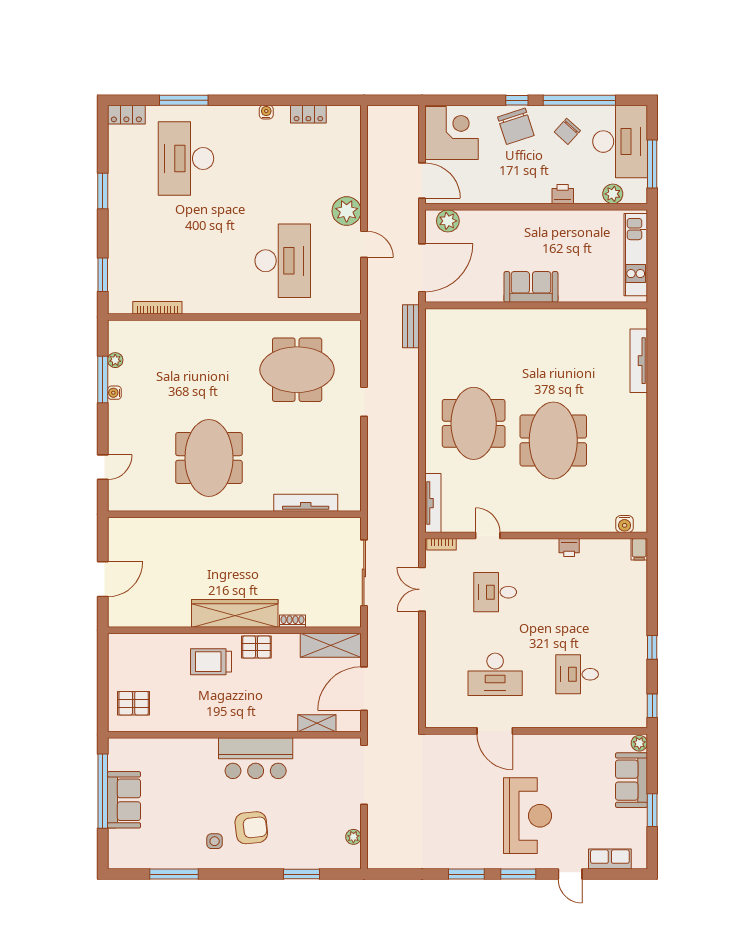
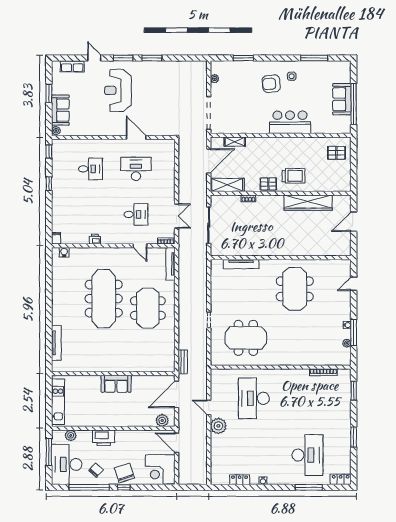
printer: (563, 194) -> (104, 438), width x1.87, depth x1.48
meeting table: (553, 440) -> (104, 299), width x1.36
wardrobe: (235, 613) -> (308, 203), moved
bar counter: (256, 758) -> (290, 122), moved

